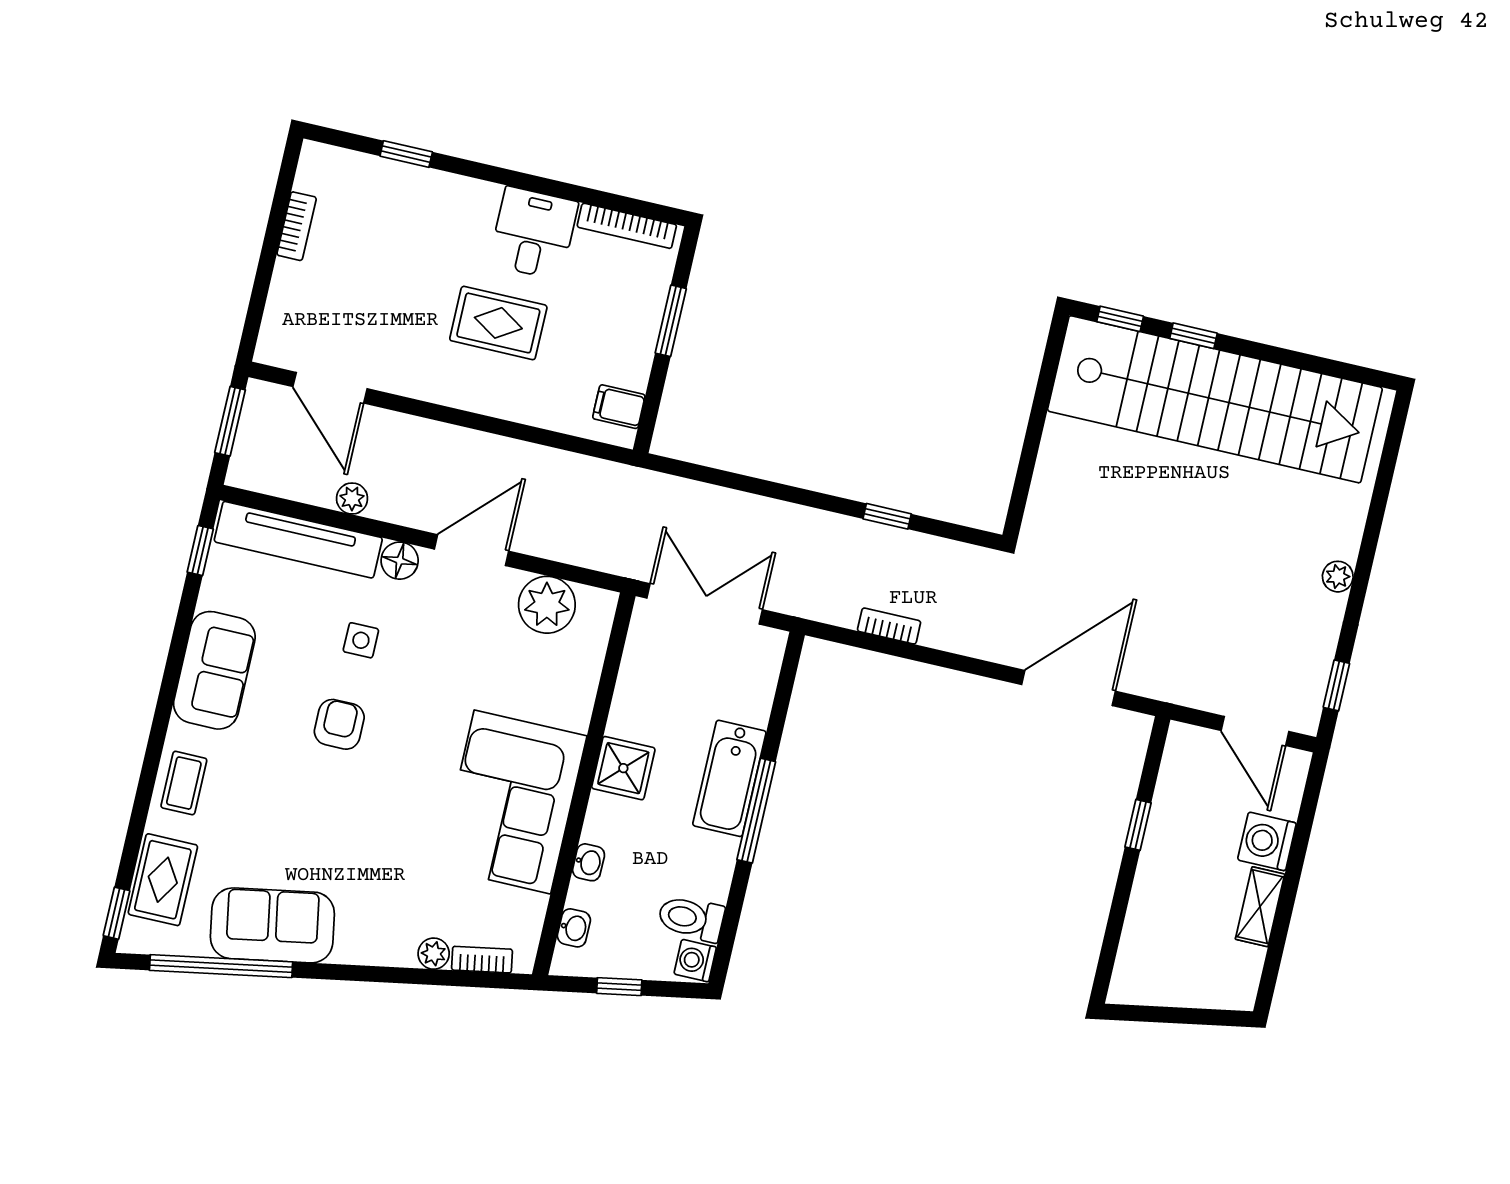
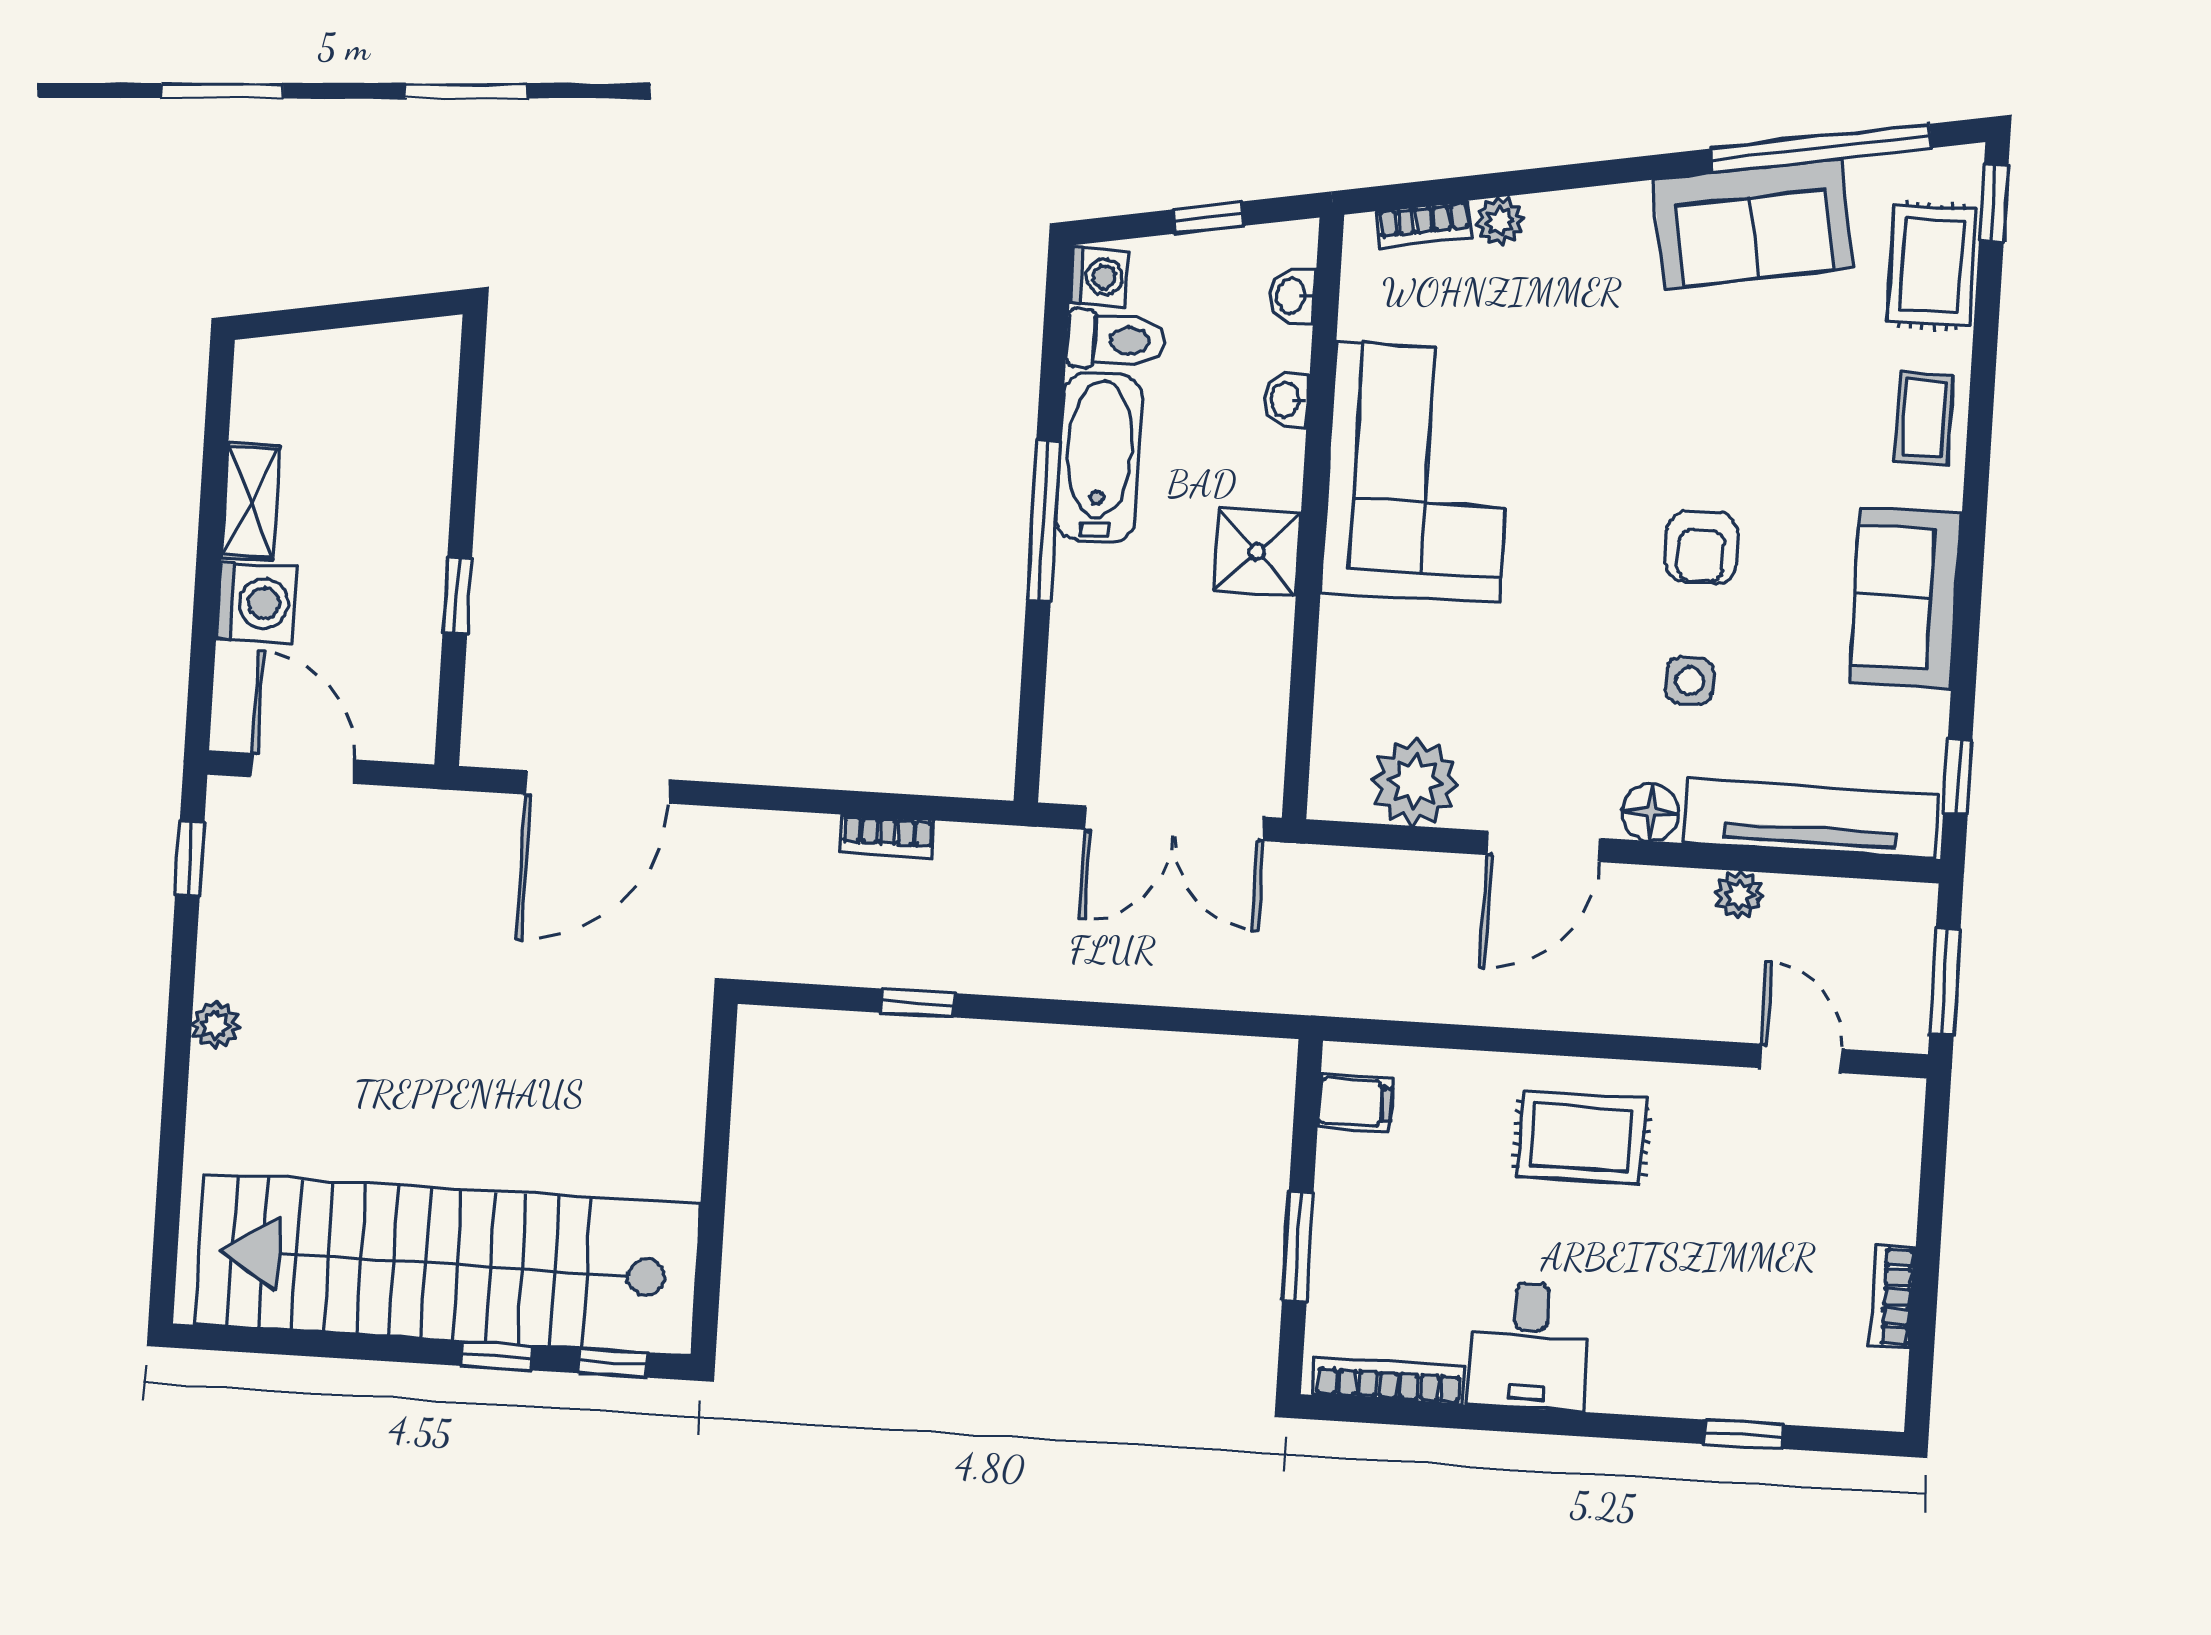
rug: (498, 323) -> (1581, 1137), moved
door: (330, 388) -> (1801, 1058), width x0.73
bathtub: (729, 778) -> (1099, 458), moved

